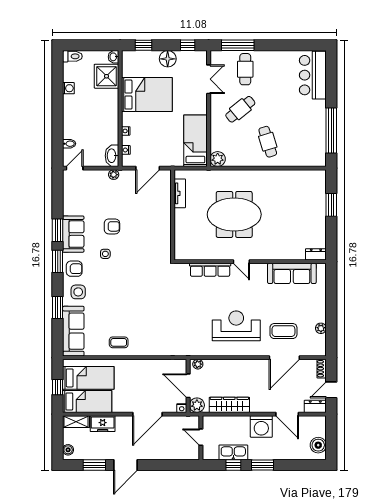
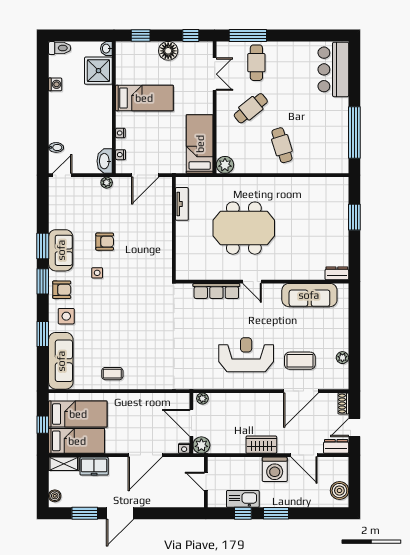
bed: (147, 95) -> (144, 98), width x0.67
wardrobe: (229, 405) -> (261, 445), moved, width x0.67

